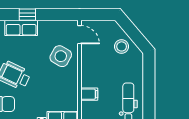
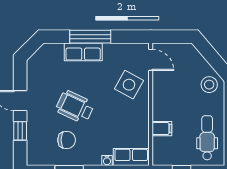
window: (27, 15) -> (90, 37), width x2.17
stool: (122, 46) -> (209, 85), moved

